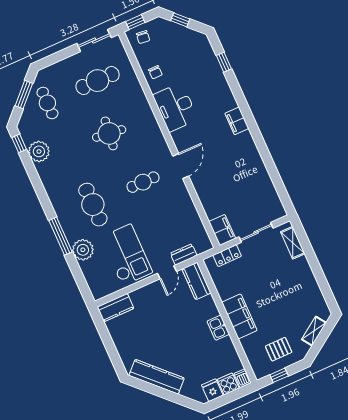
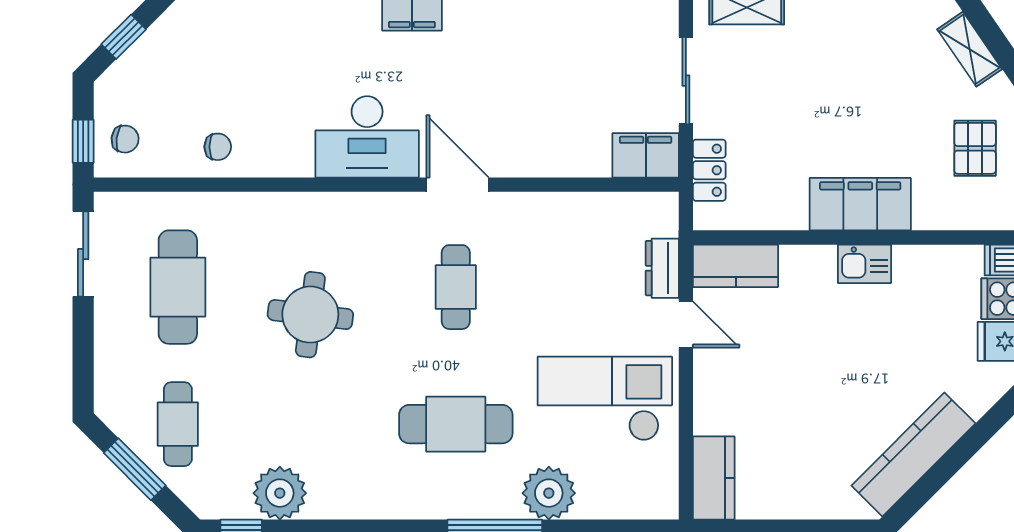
cafe table: (47, 103) -> (178, 424), turned 90
desk: (175, 107) -> (367, 137), moved

